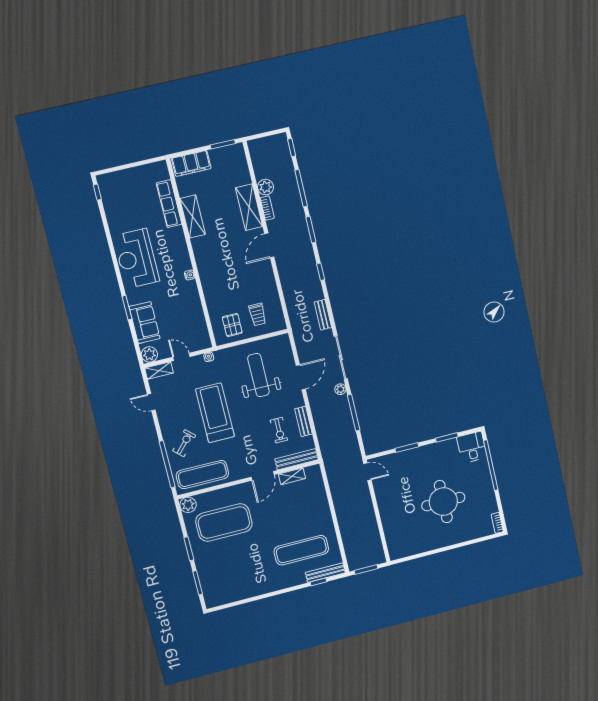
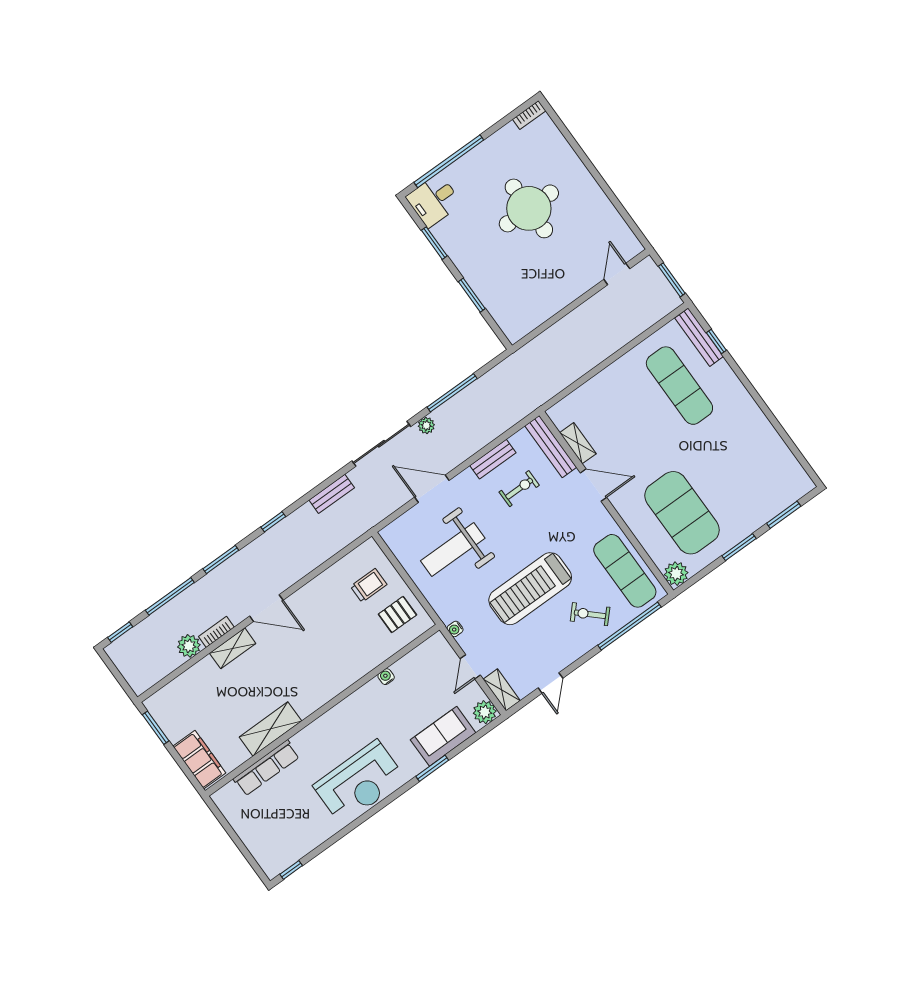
shelving: (249, 207) -> (233, 648), width x0.67, depth x0.75
water cooler: (190, 275) -> (386, 677), moved
door: (367, 472) -> (617, 274), moved

